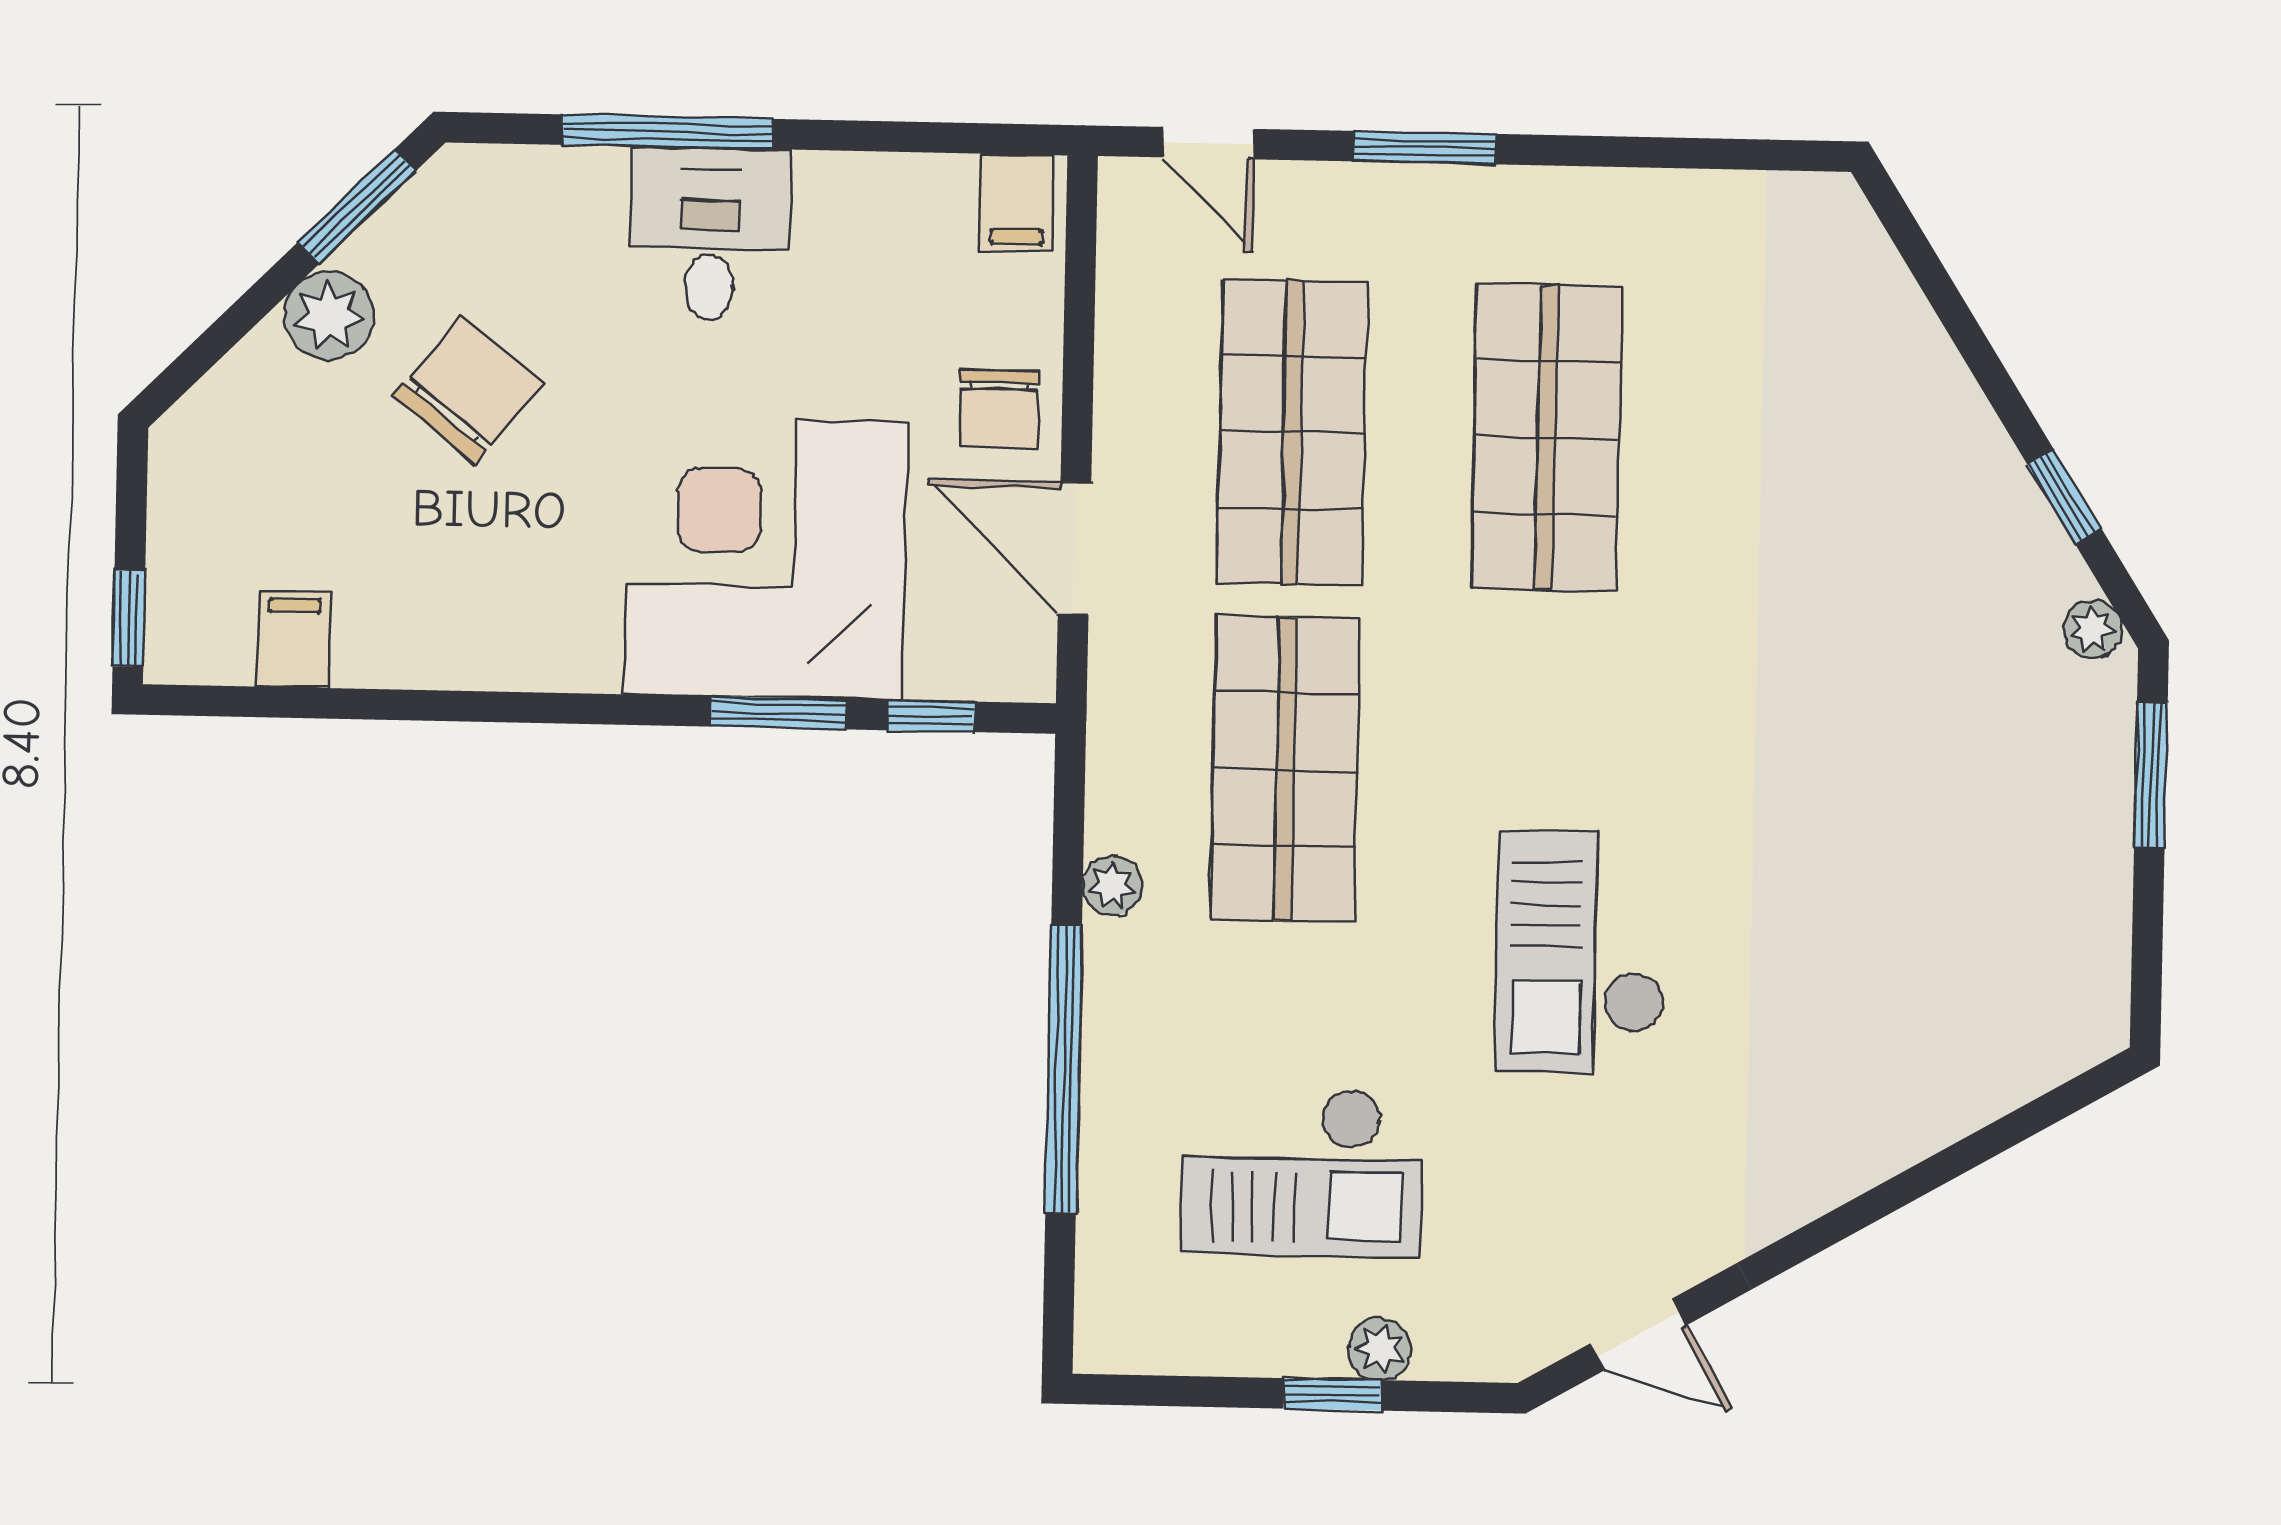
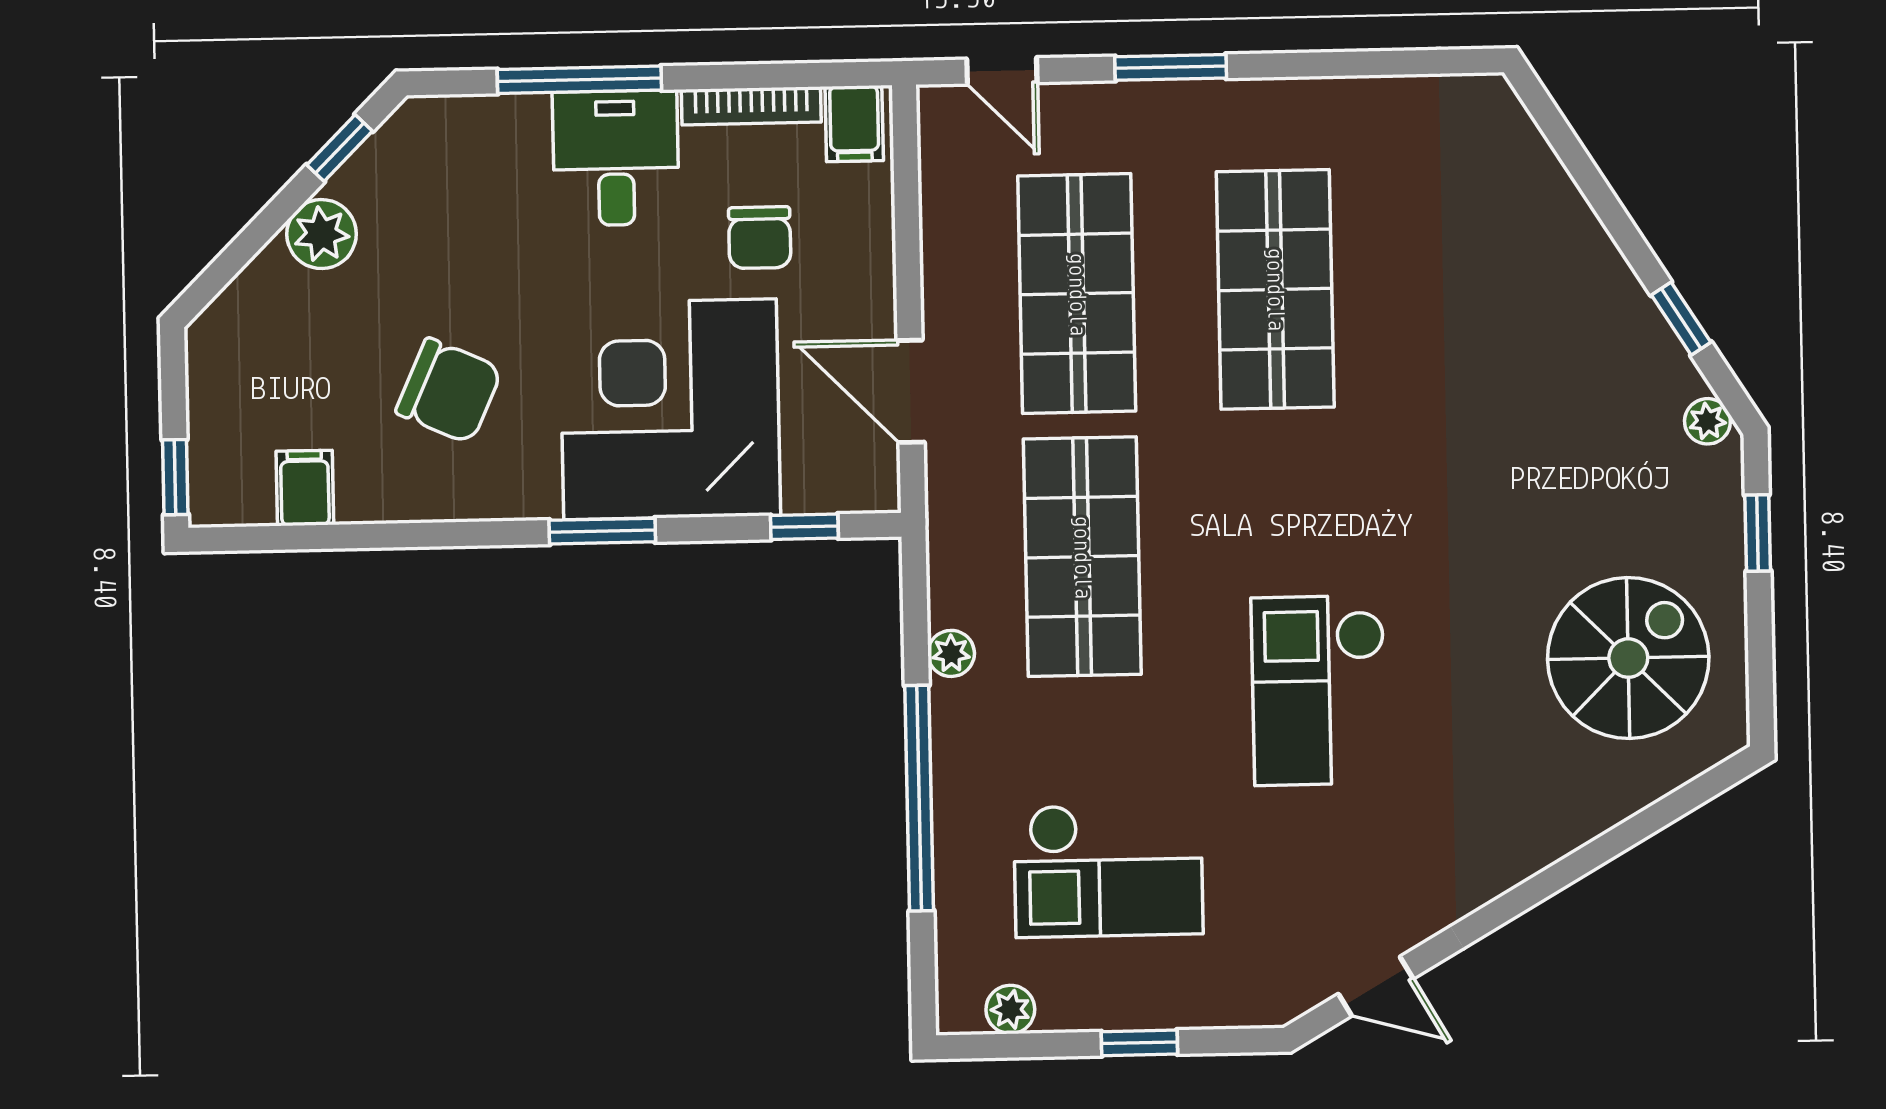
bookcase: (886, 174) -> (751, 106), added
window: (357, 206) -> (340, 148), width x0.67
chair: (468, 389) -> (449, 391), moved, turned 75
chair: (999, 409) -> (760, 238), moved
window: (778, 713) -> (602, 531), moved
window: (2151, 775) -> (1758, 533), width x0.67
spiral stairs: (1979, 928) -> (1628, 658), added
plant: (1380, 1349) -> (1010, 1009), moved

